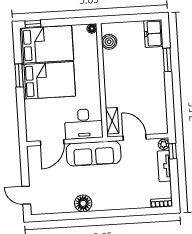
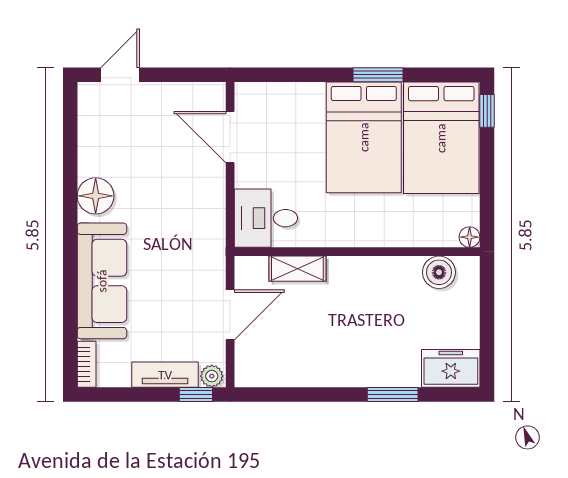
shelving: (112, 121) -> (297, 269), moved
desk: (84, 124) -> (266, 218), width x0.73
sofa: (94, 153) -> (102, 281), moved, turned 180

